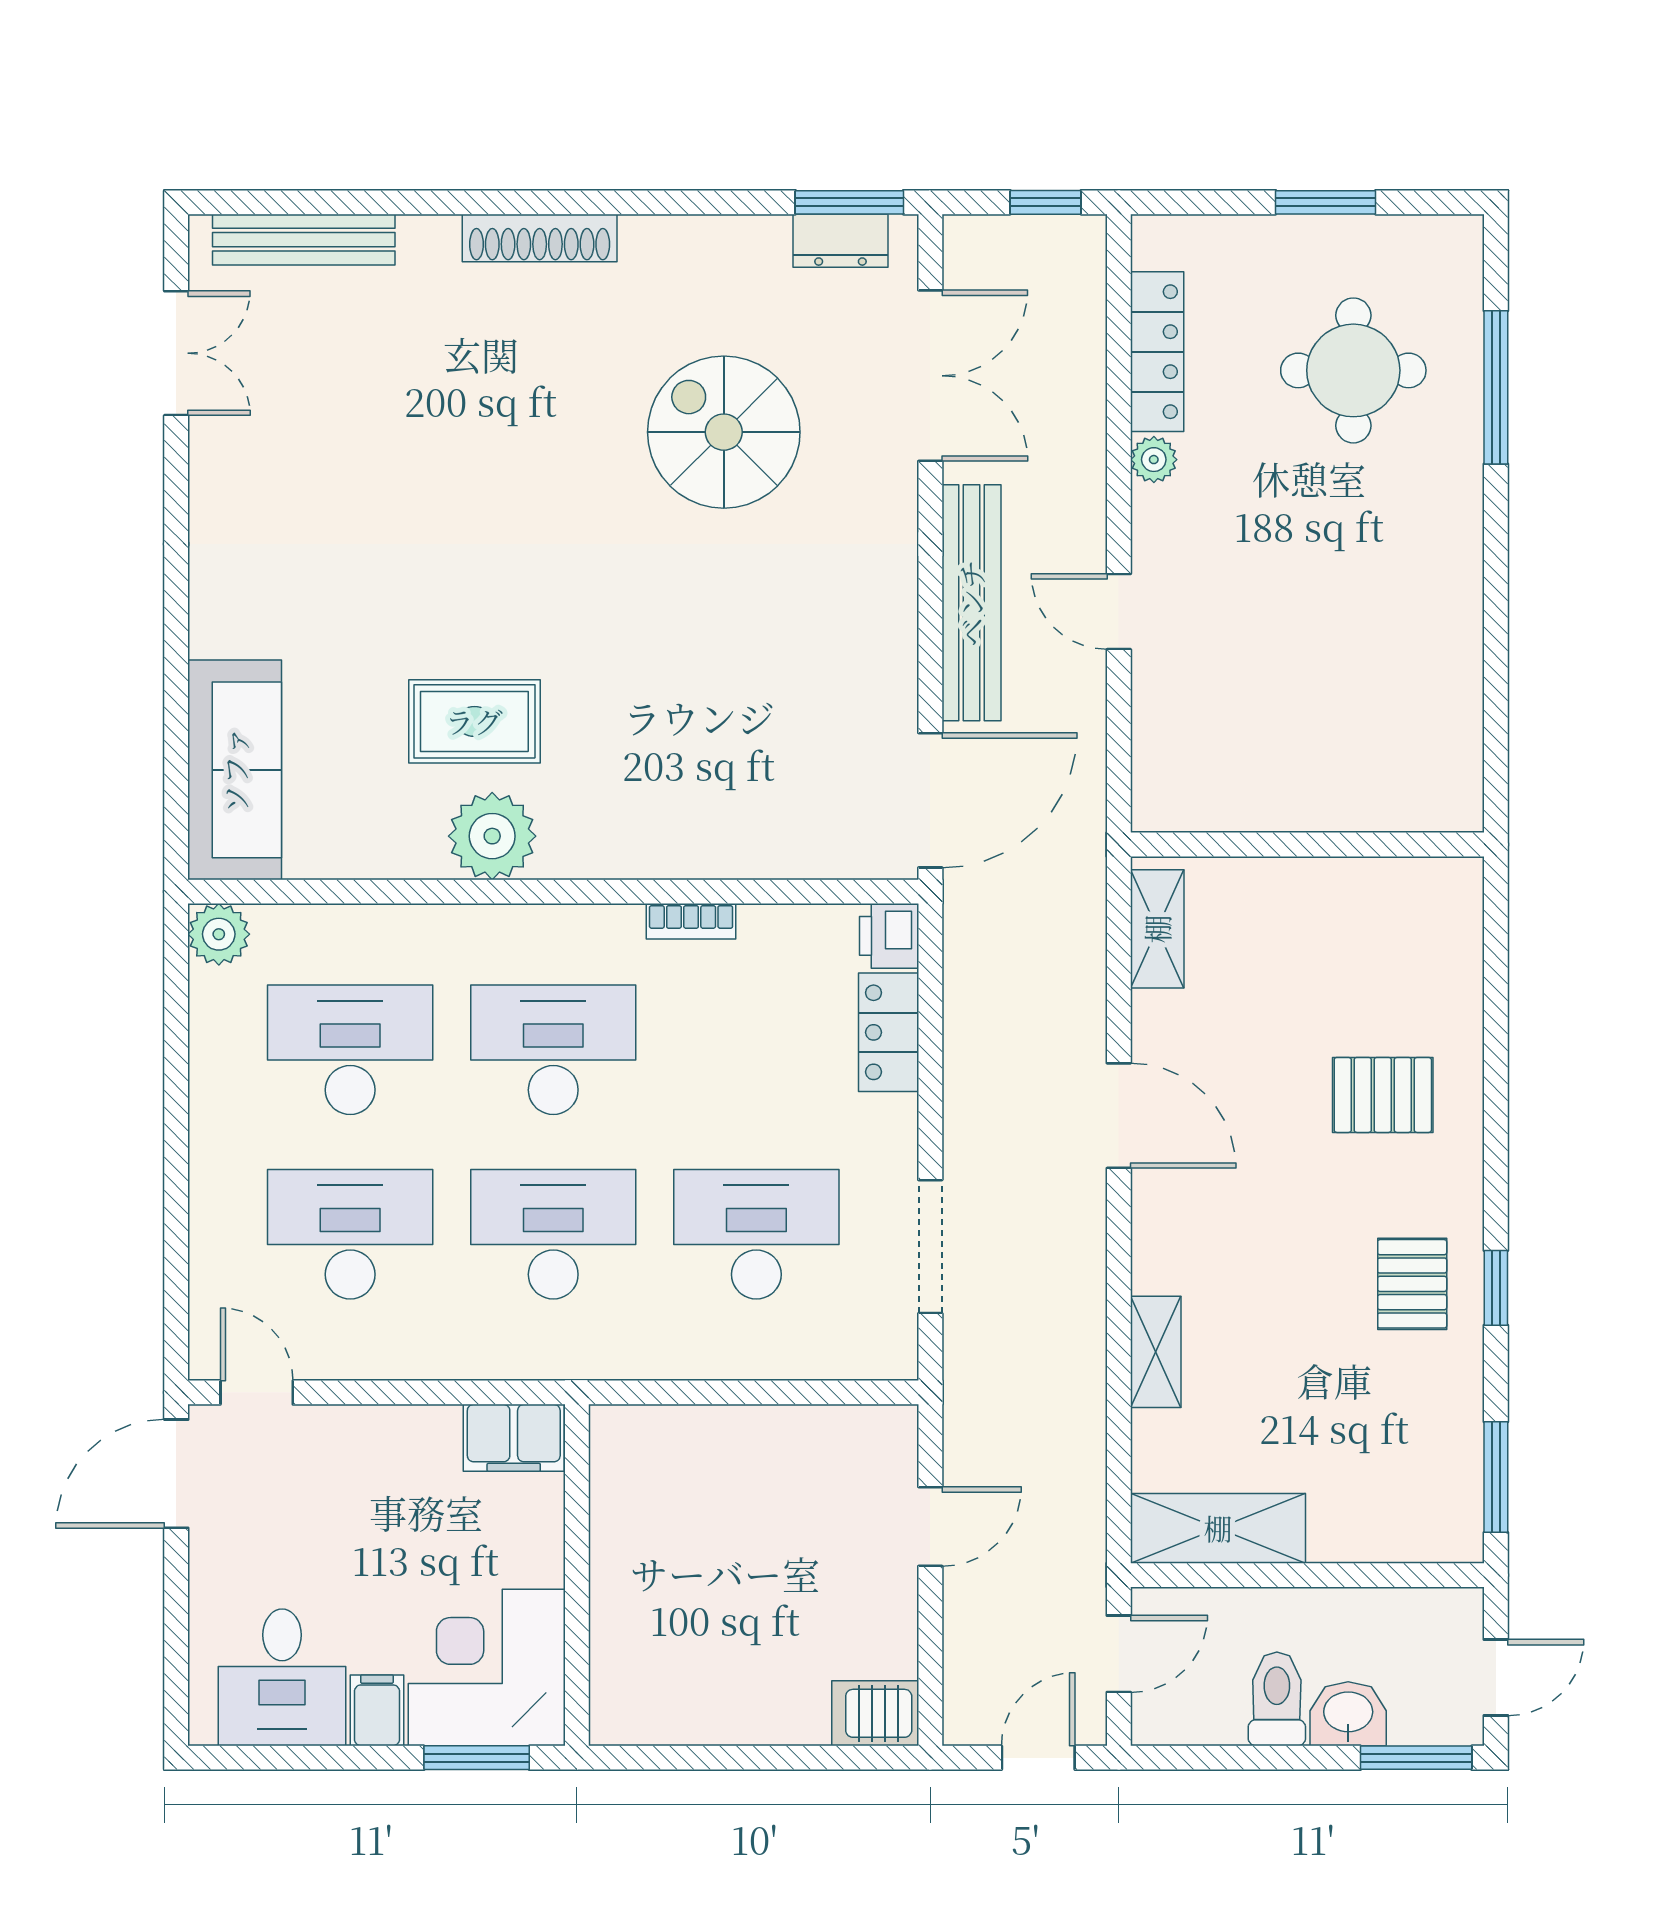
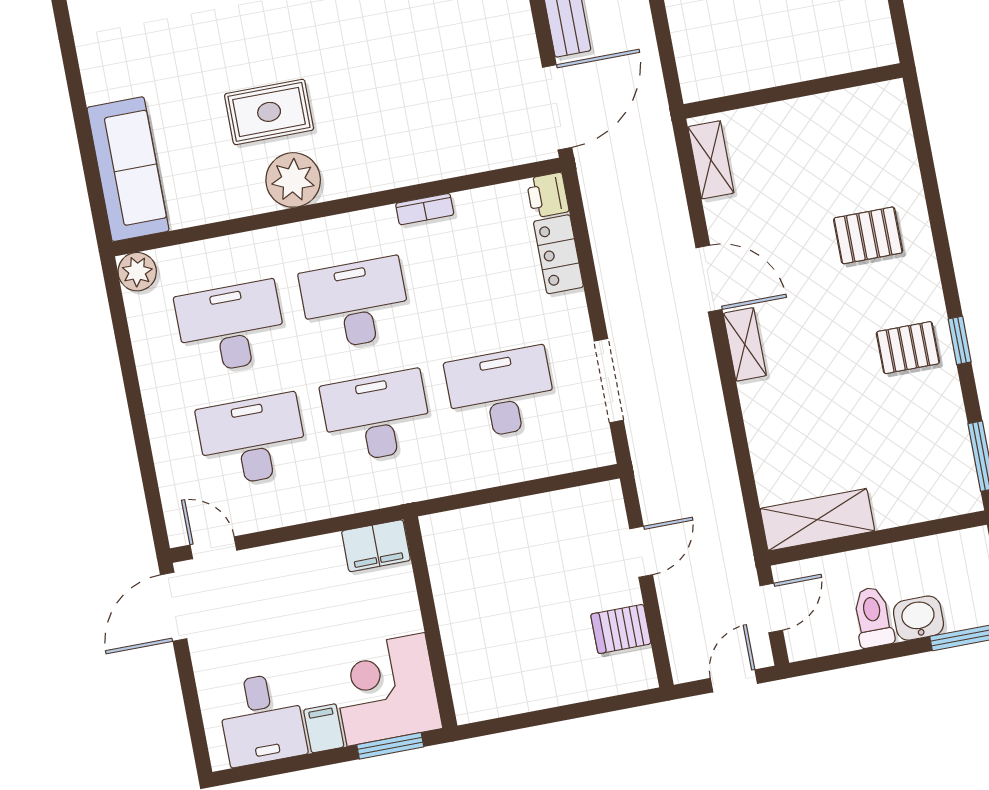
pallet: (1412, 1284) -> (908, 348), turned 90
shelving: (1156, 1352) -> (745, 344), moved
server rack: (875, 1713) -> (621, 629), moved

